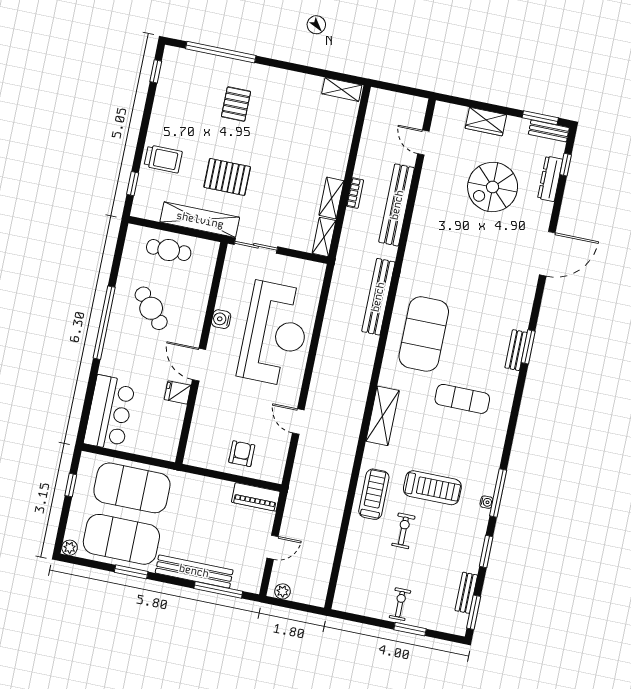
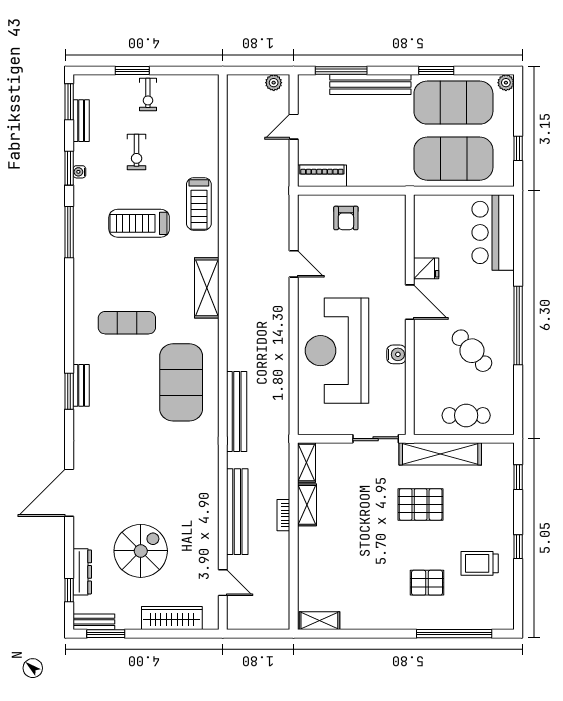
window: (156, 71) -> (518, 547), moved
pallet: (236, 104) -> (427, 583), turned 90
wardrobe: (486, 122) -> (172, 618), width x1.50
trolley: (163, 159) -> (480, 563), moved
water cooler: (486, 502) -> (79, 172), moved
exercise bike: (403, 531) -> (137, 152), moved

